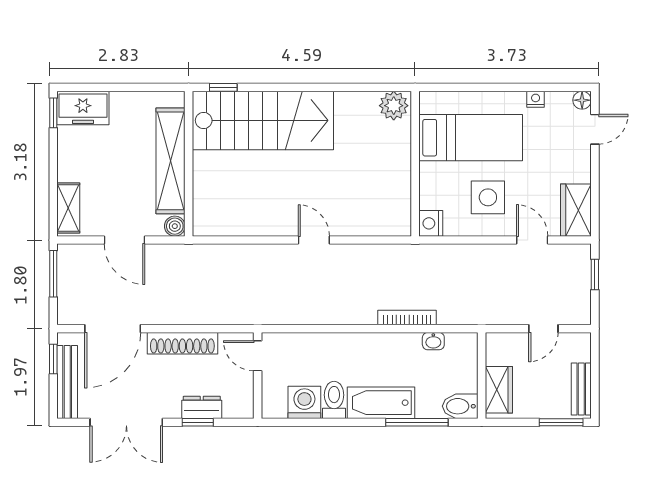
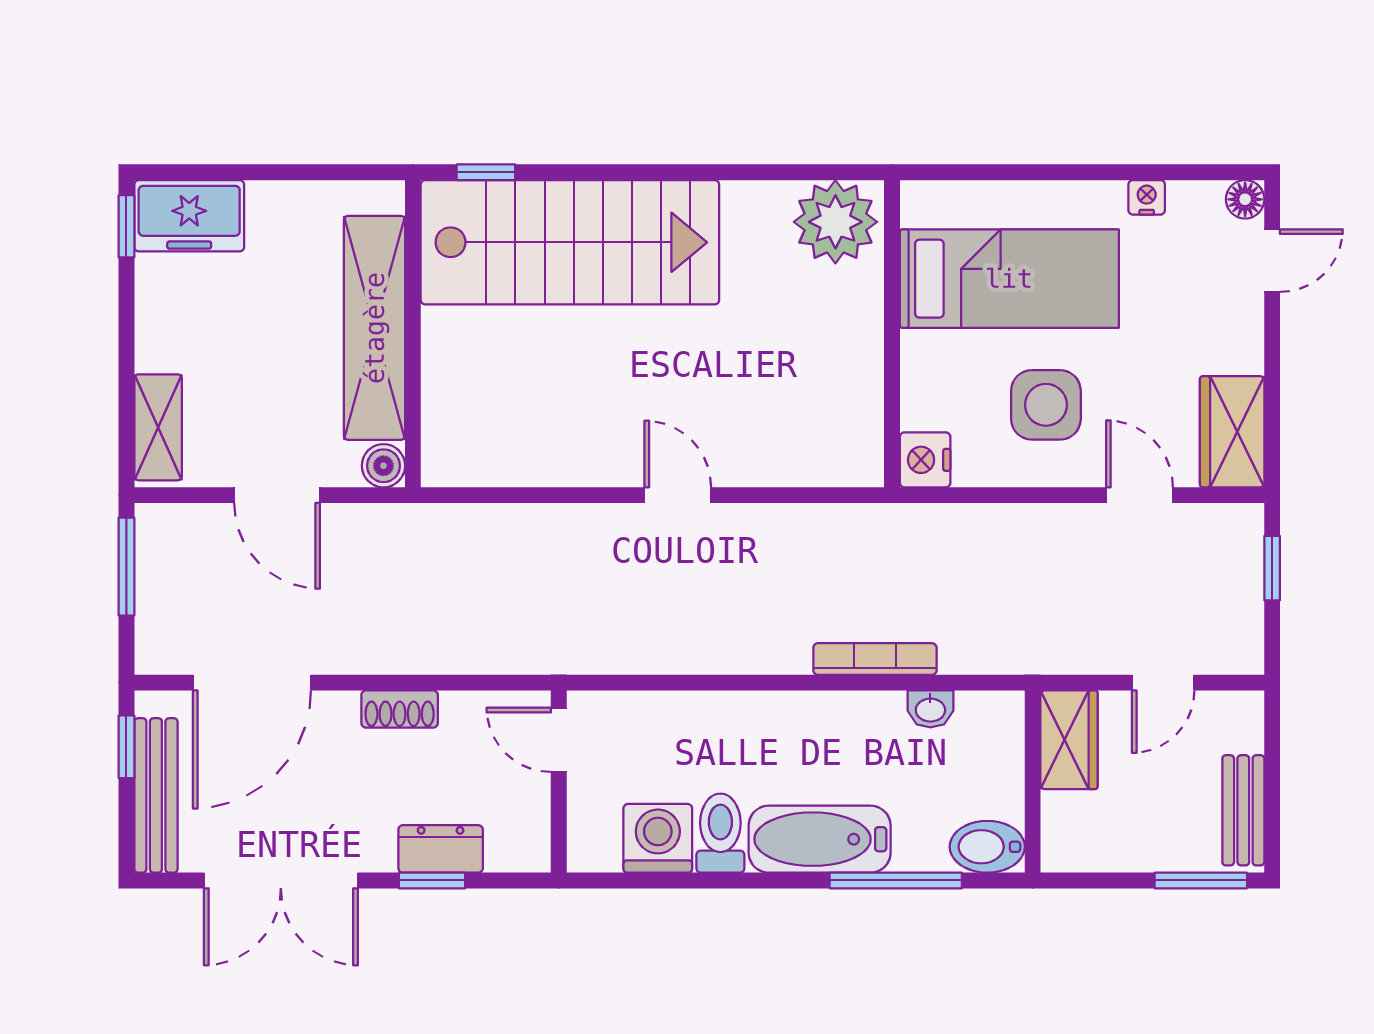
plant: (394, 106) -> (835, 222), width x1.36, depth x1.36
shoe rack: (182, 343) -> (400, 709), width x0.51, depth x0.81
wardrobe: (499, 390) -> (1069, 740), moved

